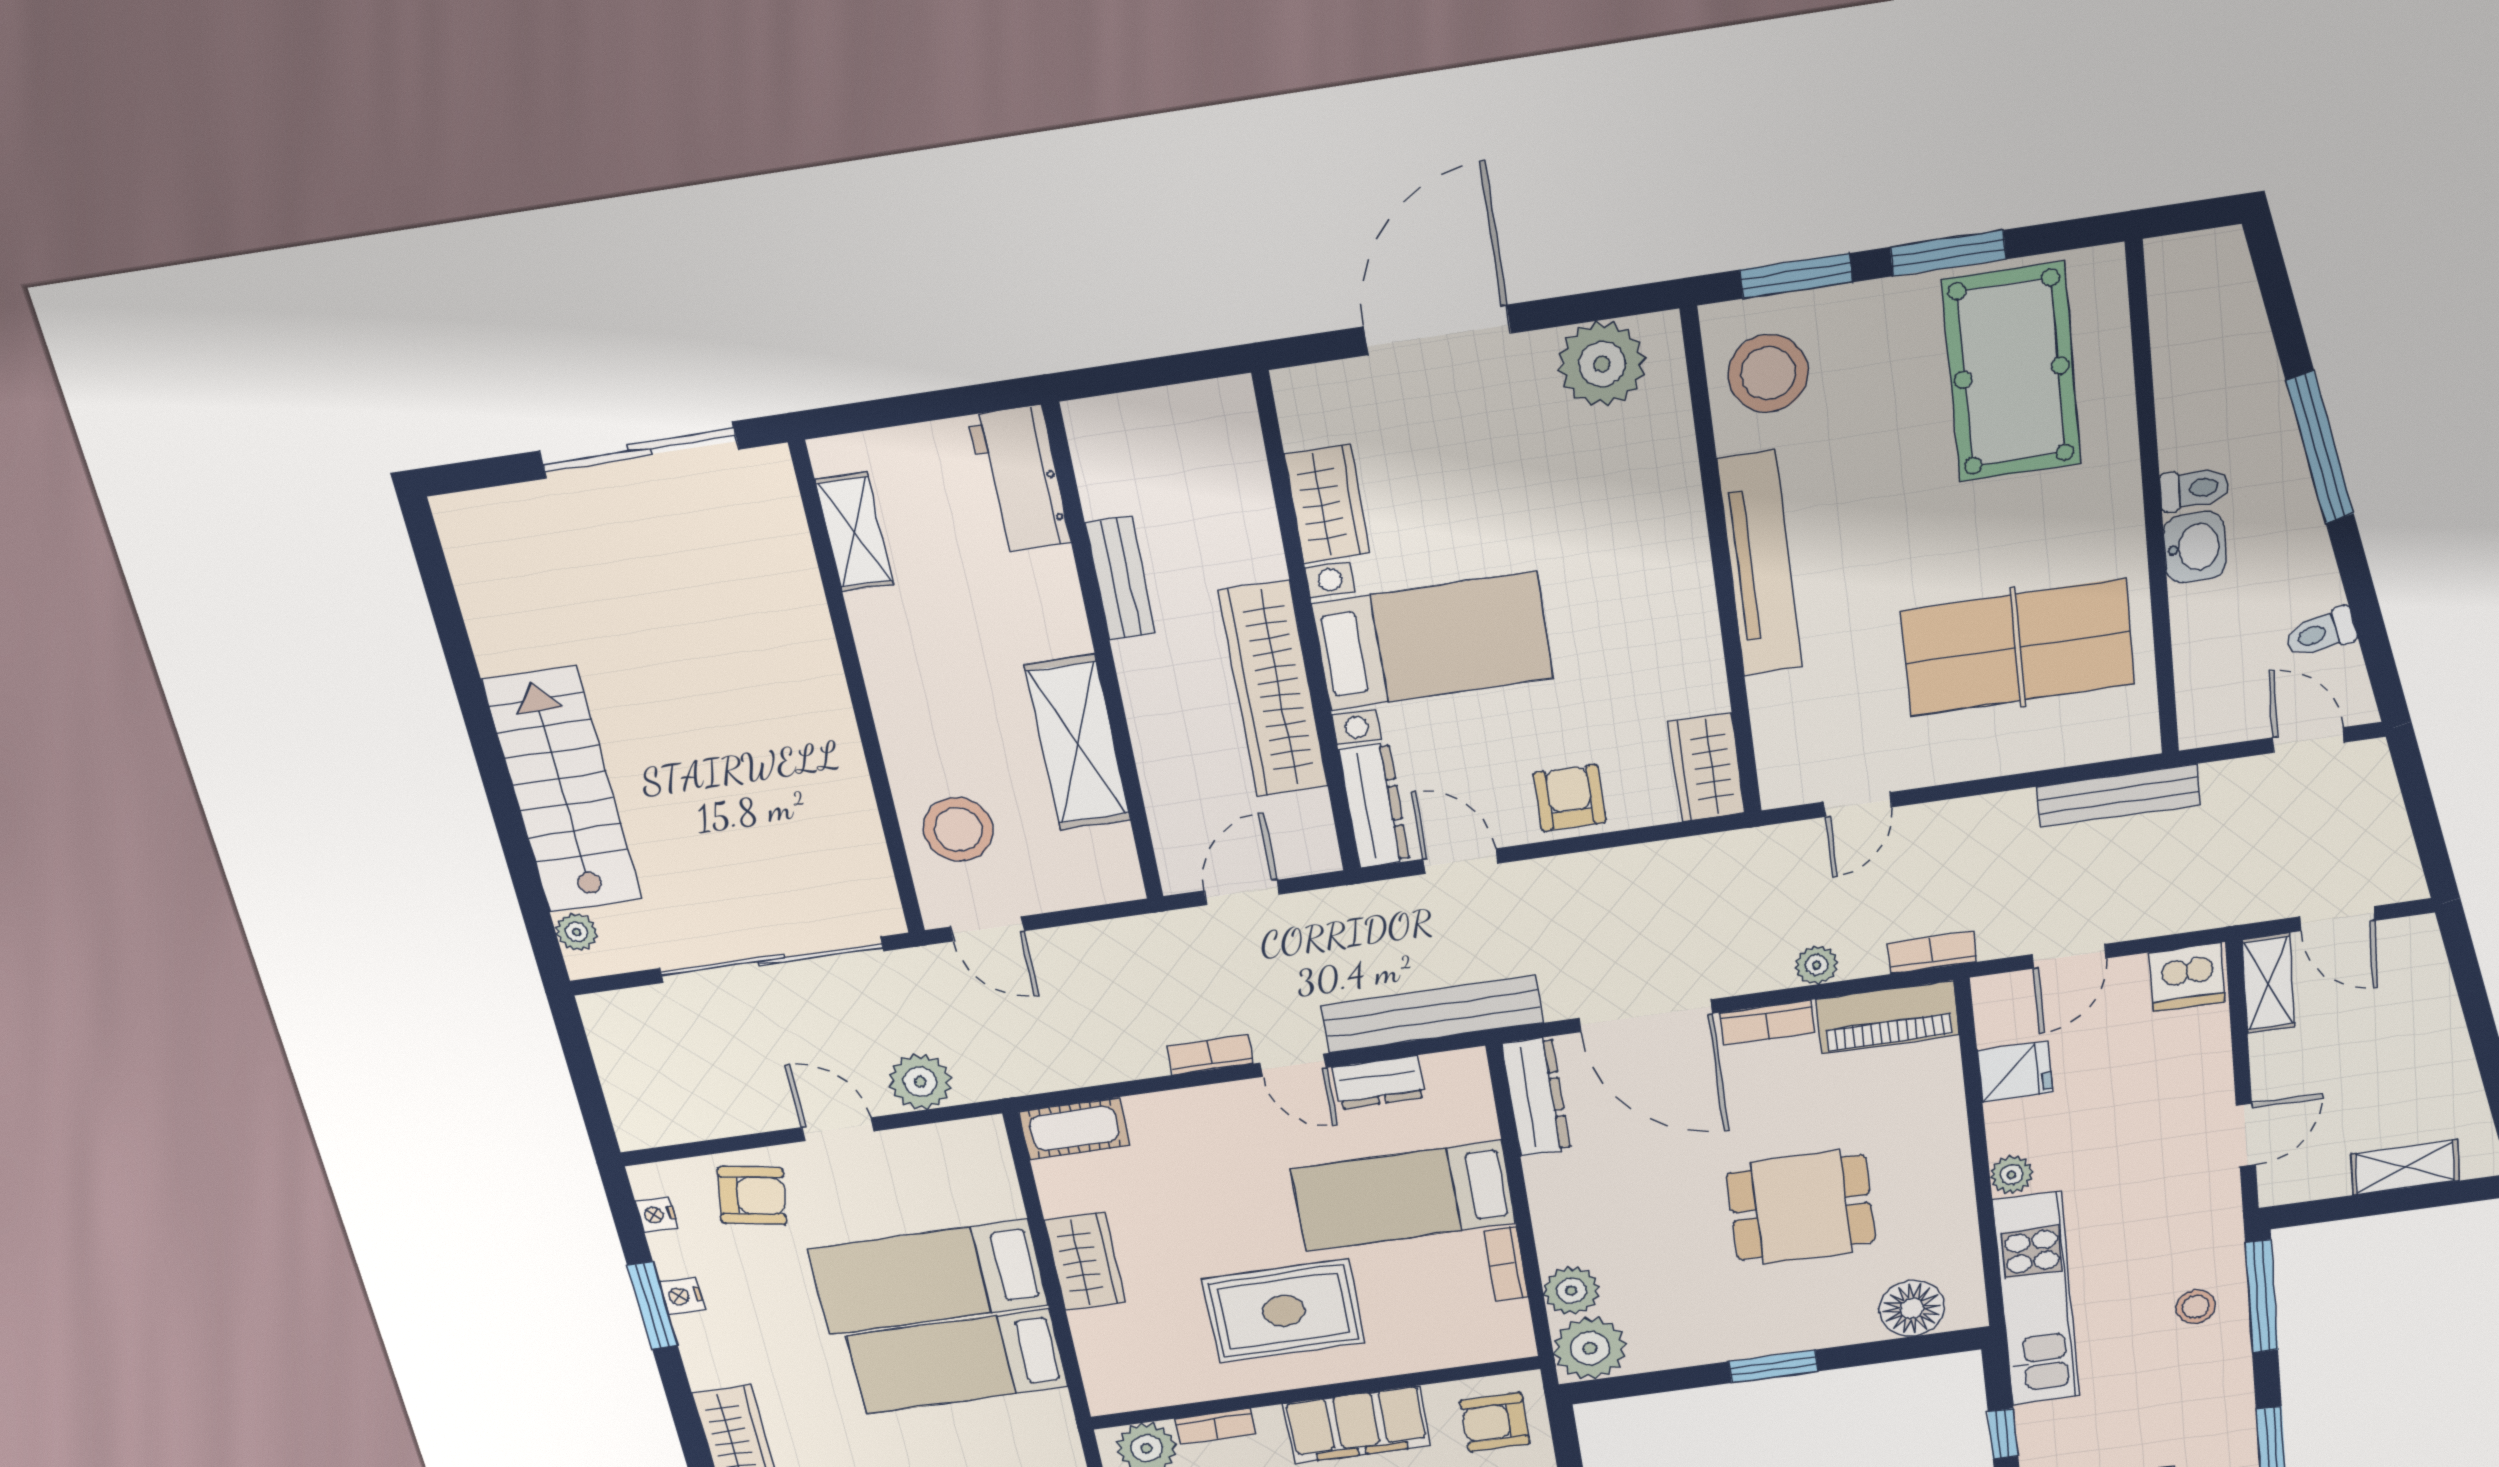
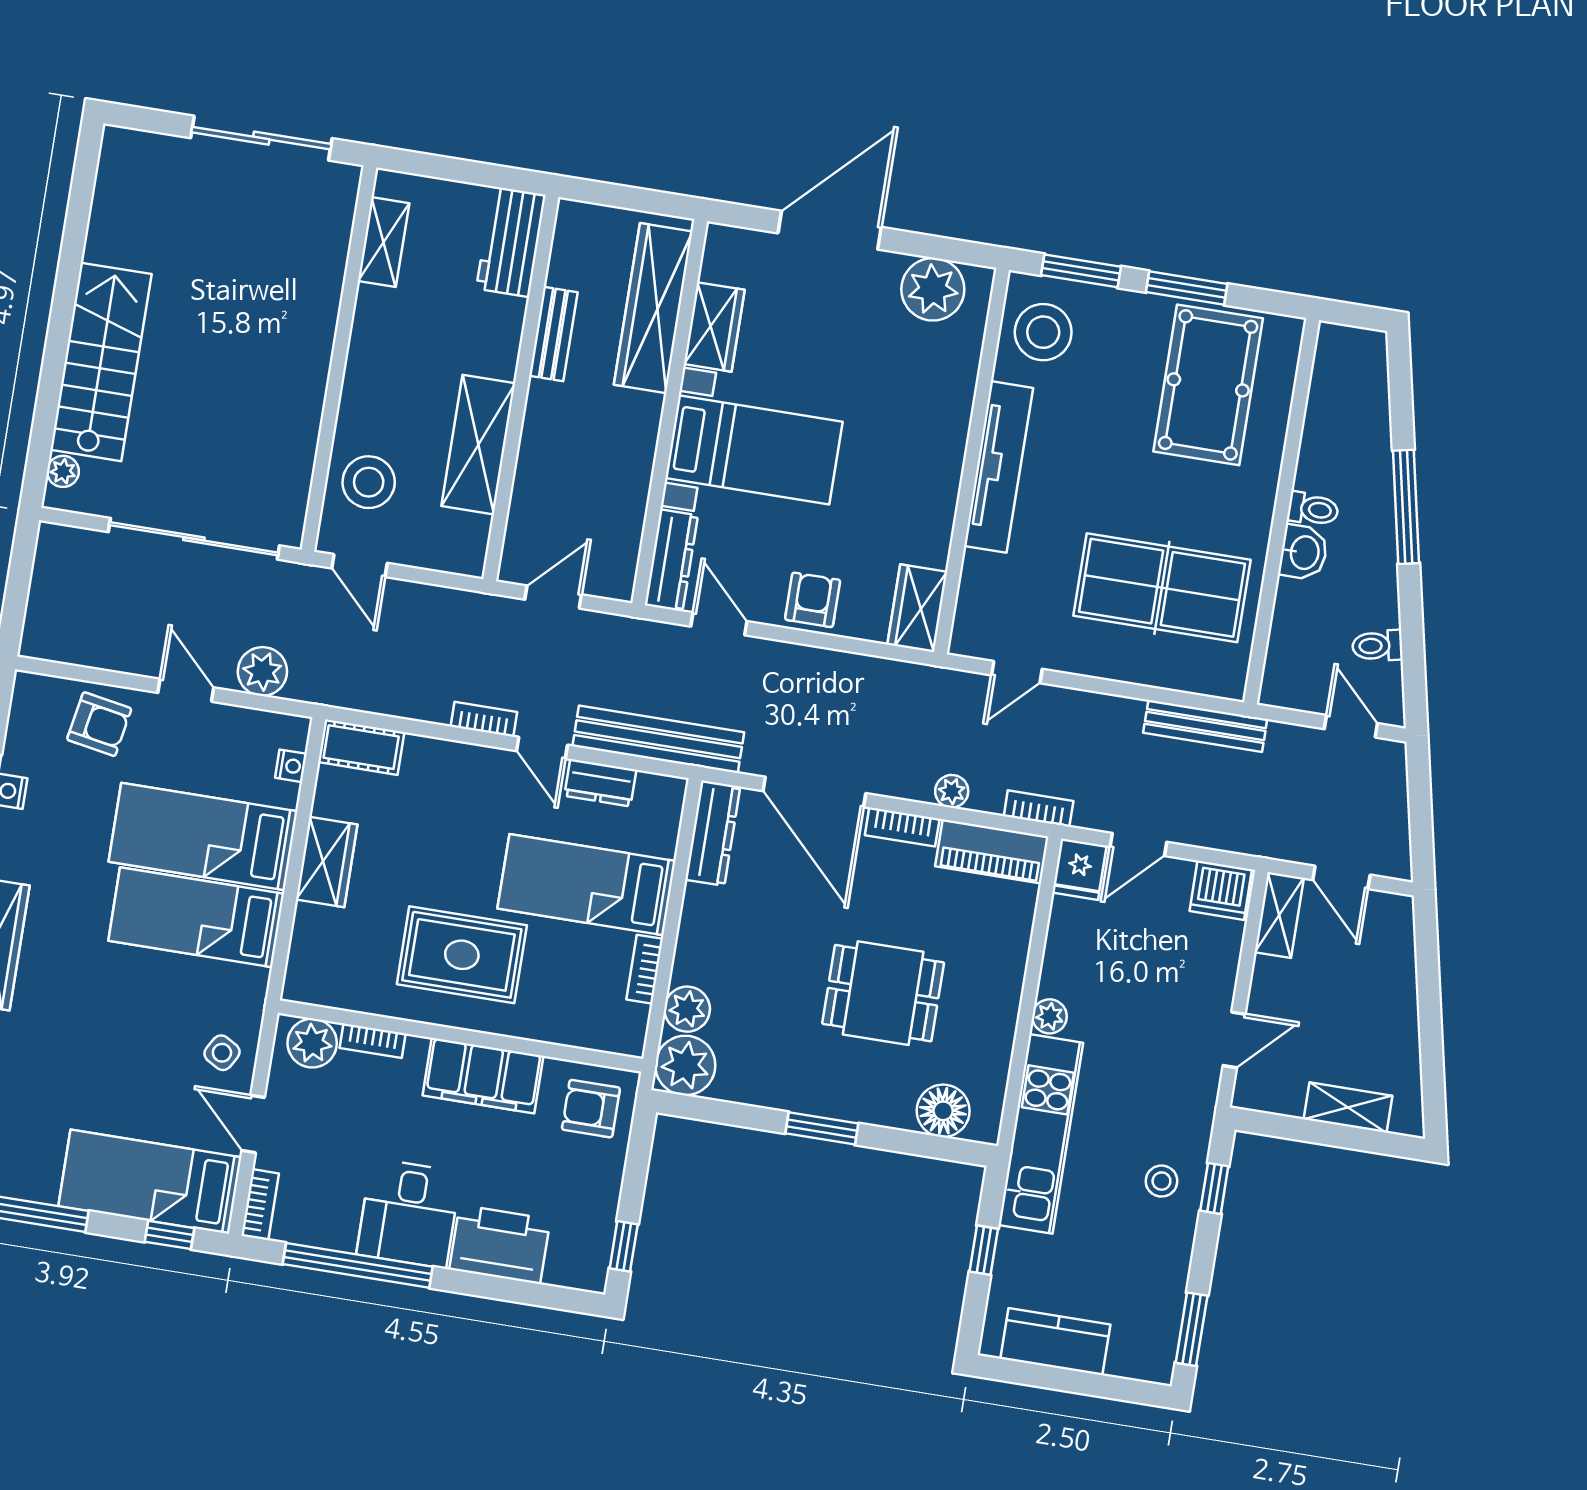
wardrobe: (1273, 689) -> (653, 308), moved
fridge: (2015, 1072) -> (1079, 869), moved, turned 90
nightstand: (657, 1215) -> (291, 766), moved, turned 180
window: (2262, 1297) -> (1214, 1188), width x0.46

